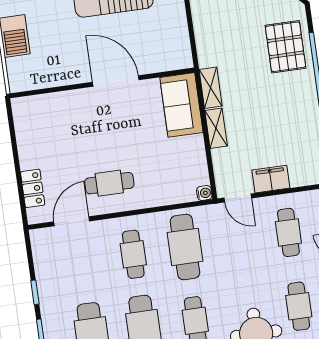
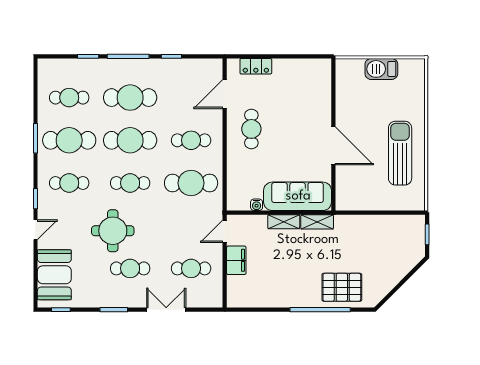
door: (116, 81) -> (333, 146), hinge flipped
sofa: (181, 105) -> (298, 196), width x1.36
water cooler: (204, 193) -> (257, 205), moved
door: (72, 221) -> (225, 94), swing flipped

